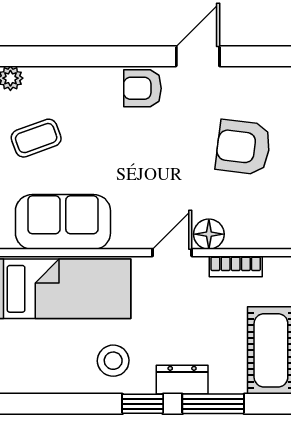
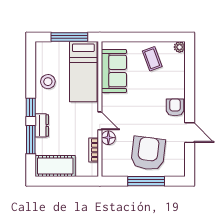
armchair: (243, 147) -> (148, 153), width x1.36, depth x1.36
stool: (113, 361) -> (48, 82), moved

